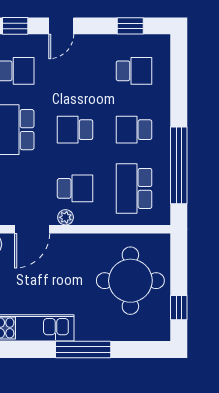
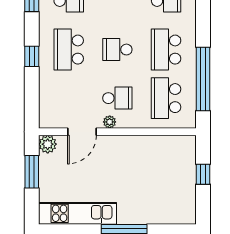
school desk: (134, 130) -> (166, 50), width x1.85
round table: (130, 281) -> (163, 174), removed
window: (179, 308) -> (203, 174), moved

